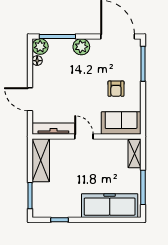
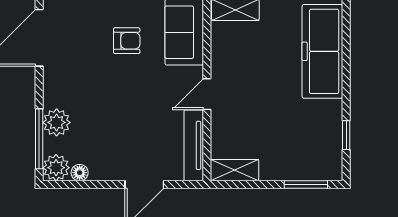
plant: (81, 47) -> (57, 122), moved
shelving: (41, 160) -> (235, 170), width x0.67, depth x0.75

